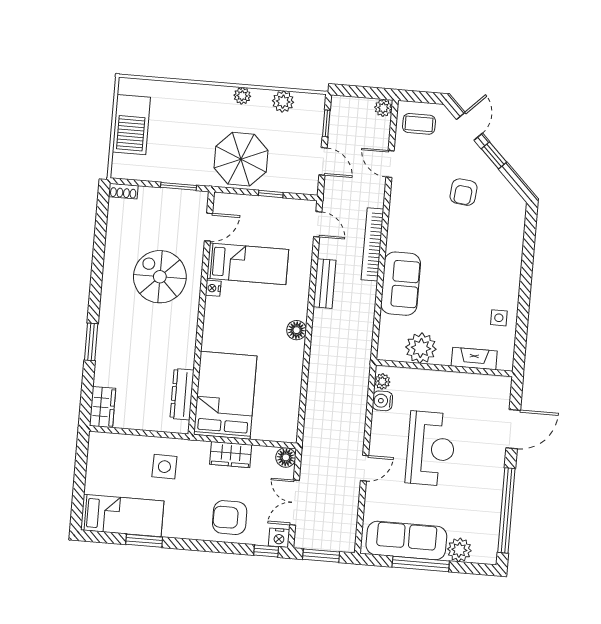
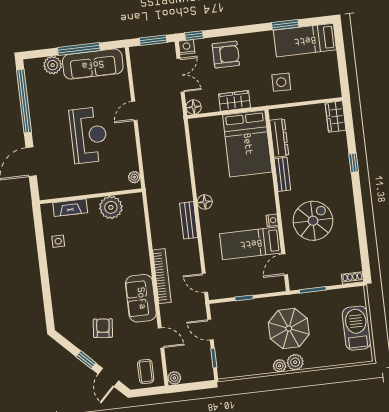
plant: (283, 102) -> (295, 362), moved
coffee table: (419, 124) -> (146, 372), turned 90
parasol: (241, 159) -> (289, 328), moved
spiral stairs: (160, 277) -> (313, 221), turned -90
bench: (325, 284) -> (189, 220), moved
sofa: (401, 284) -> (141, 298), moved
window: (91, 342) -> (354, 163), width x0.67
bench: (188, 346) -> (282, 174), added
water cooler: (382, 401) -> (131, 163), removed
reception desk: (431, 449) -> (89, 135), turned 180

